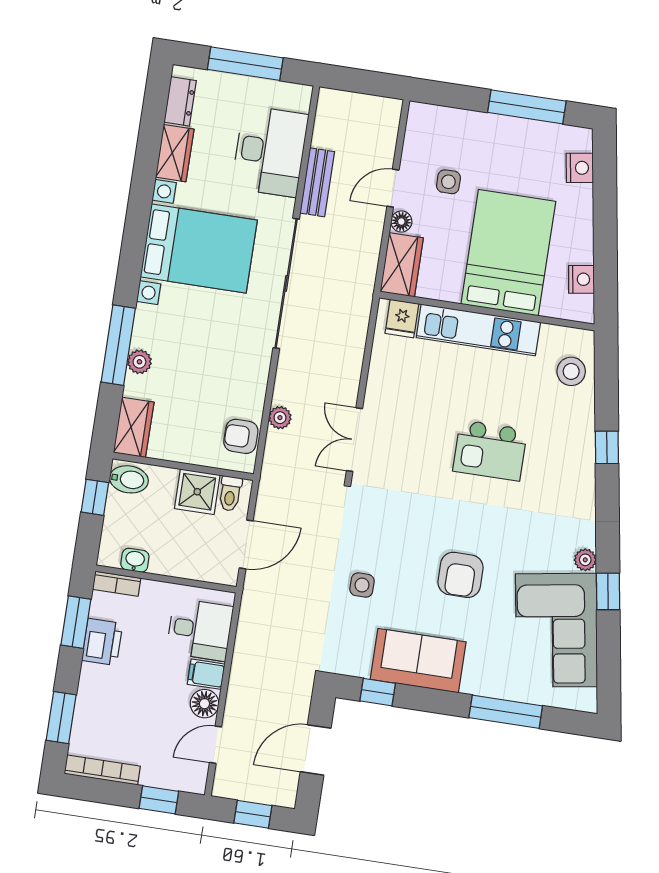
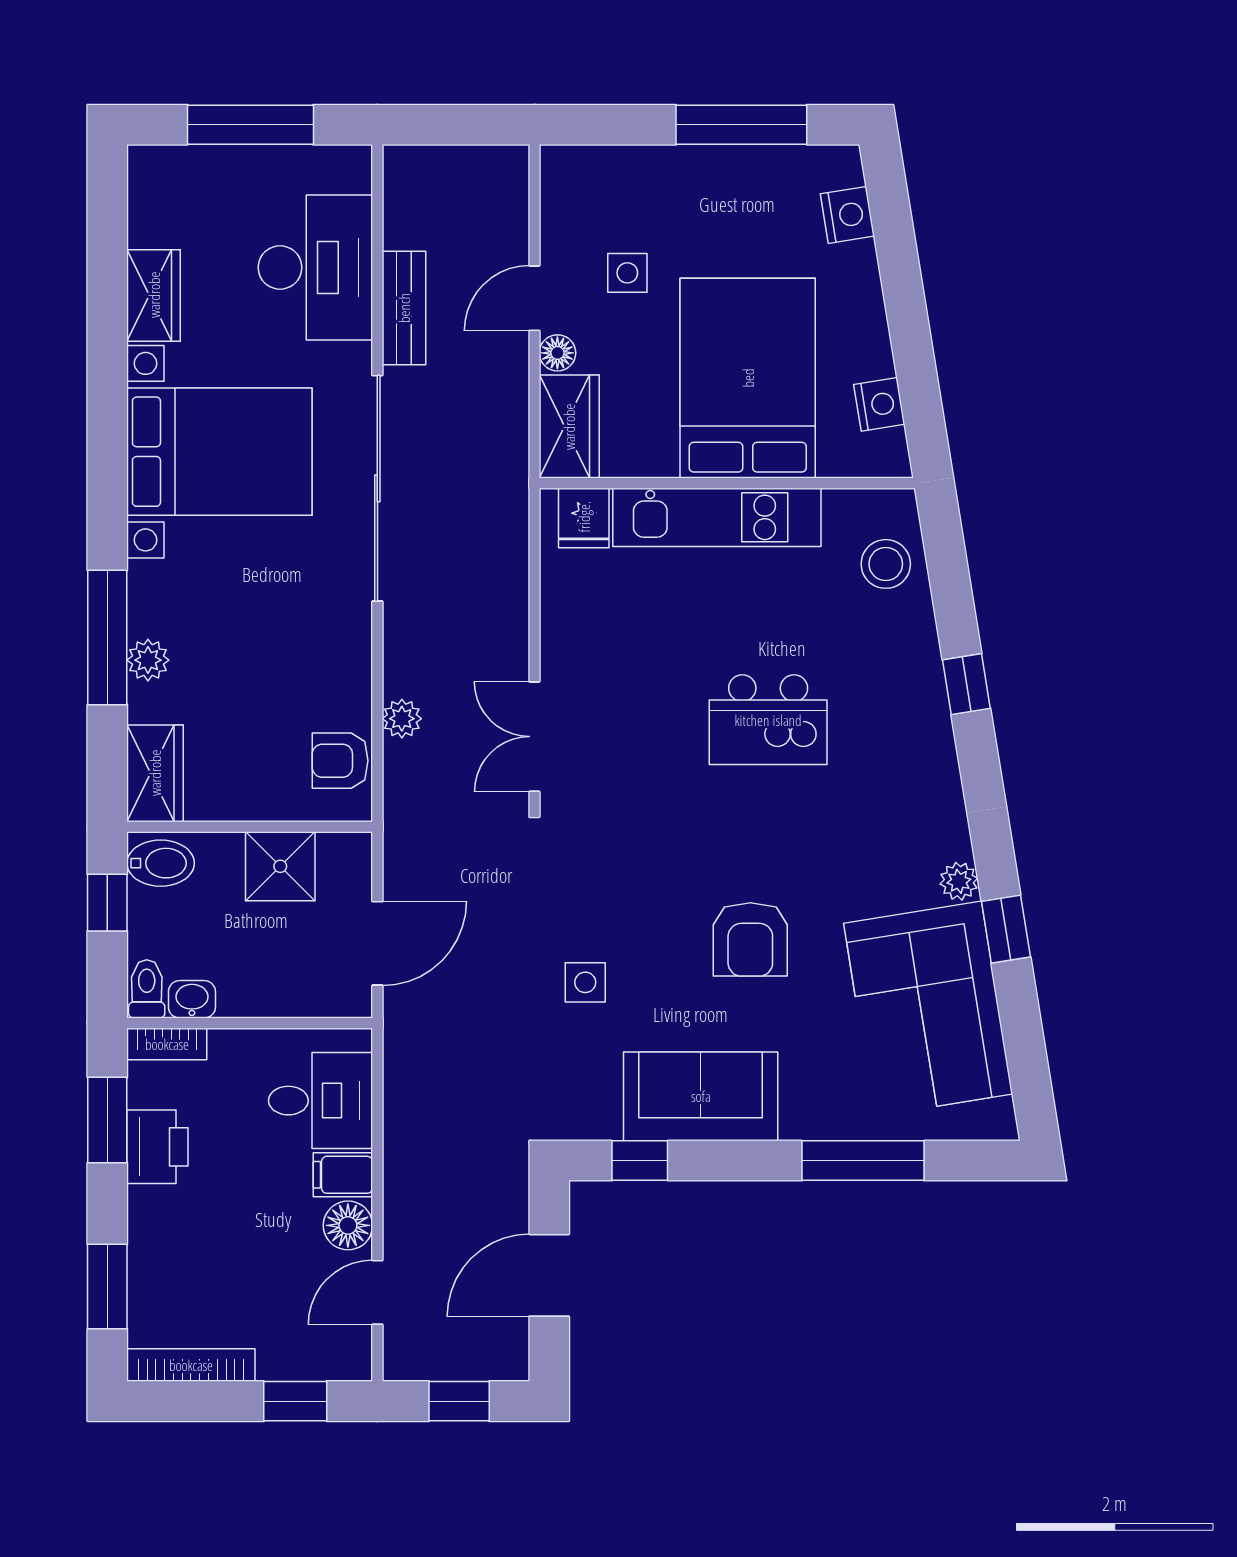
dresser: (180, 101) -> (149, 206), removed
toilet: (230, 494) -> (147, 989), moved, turned 180

